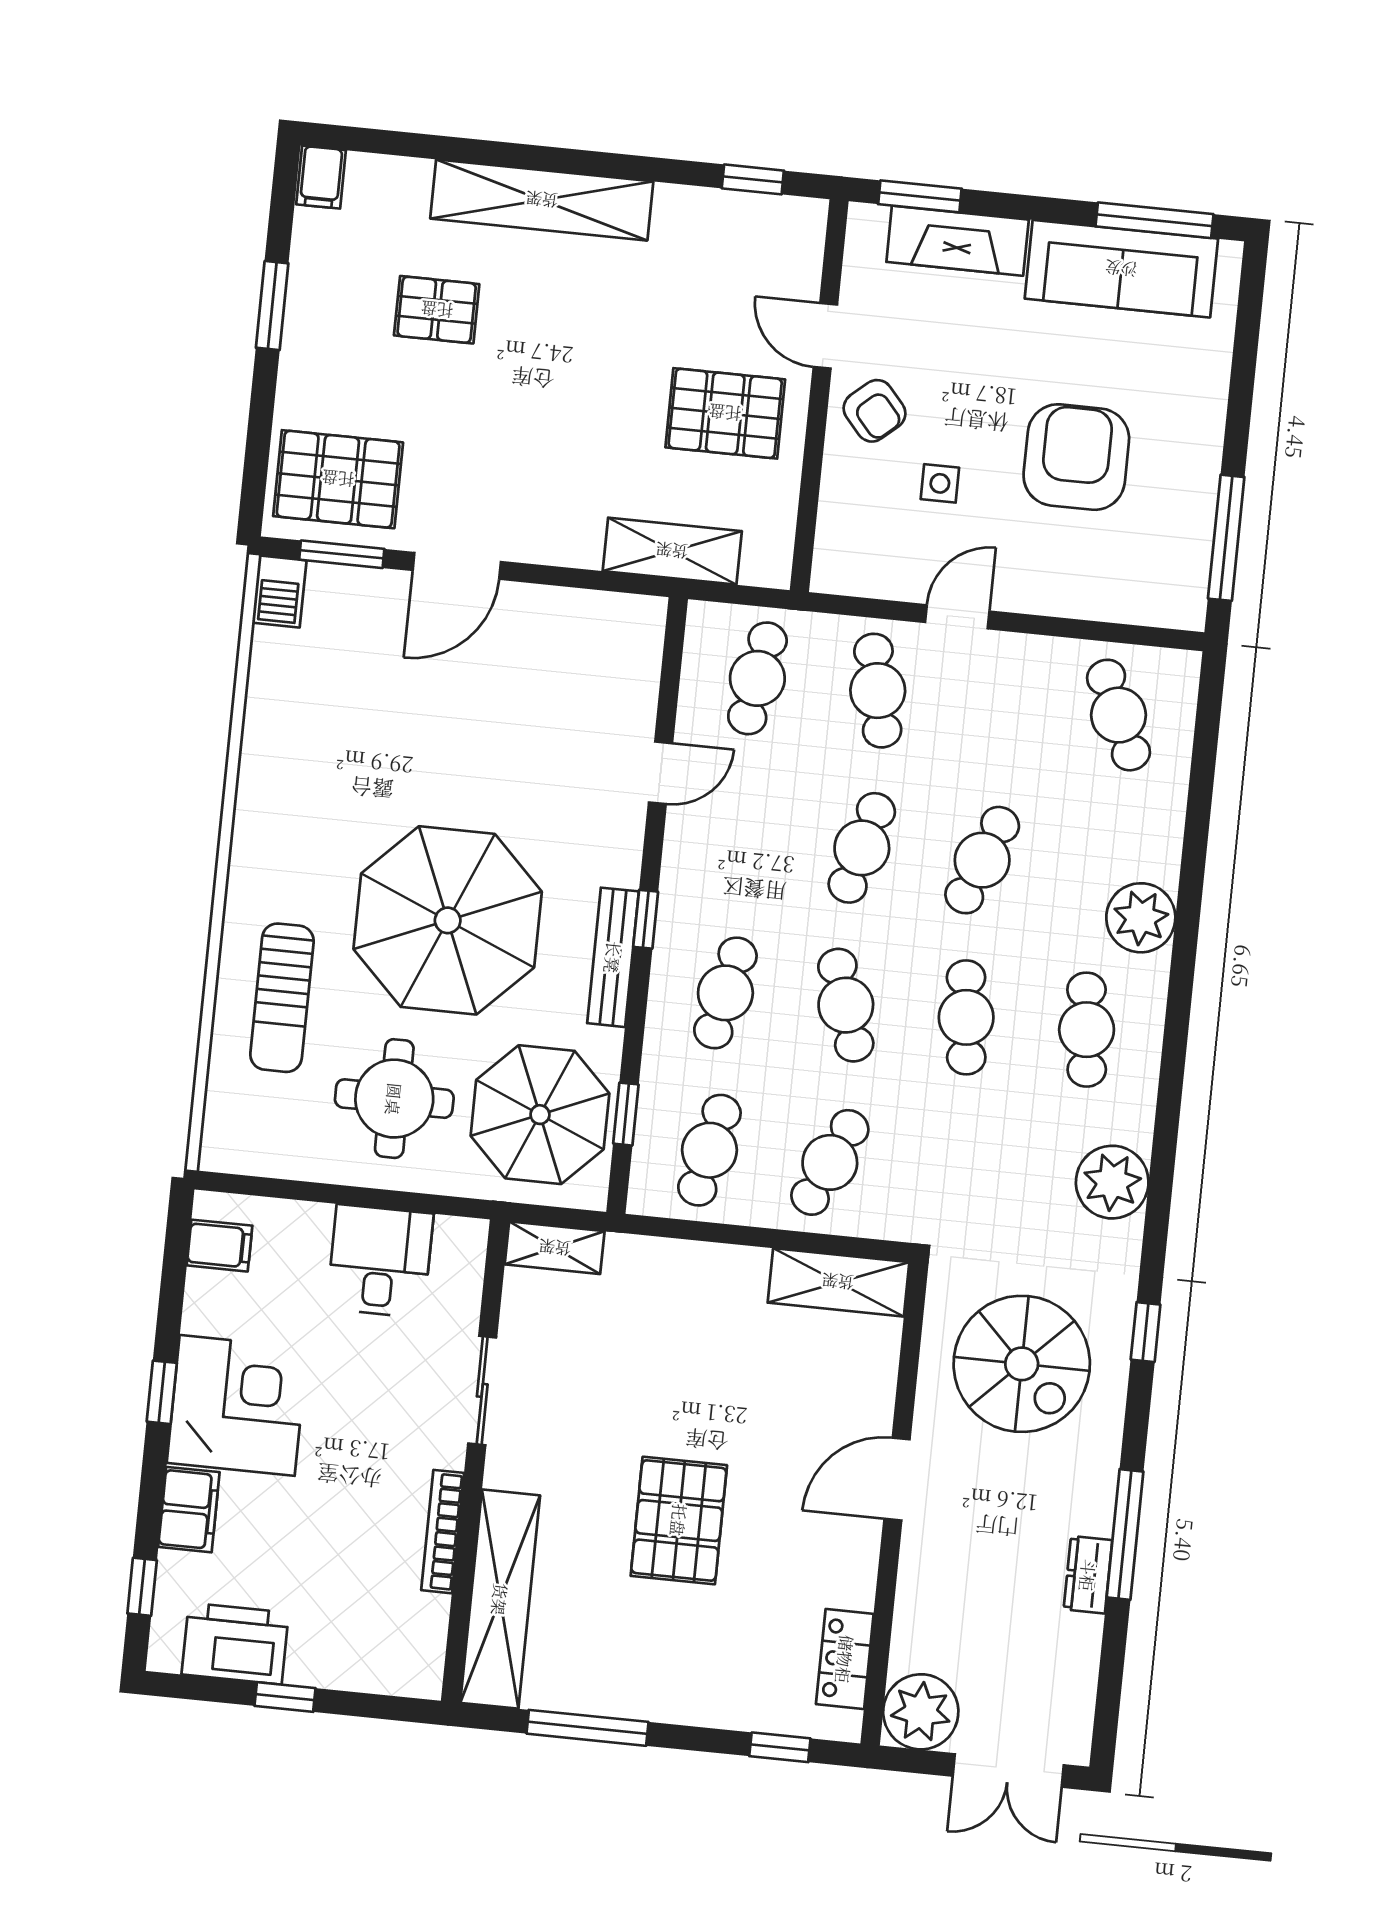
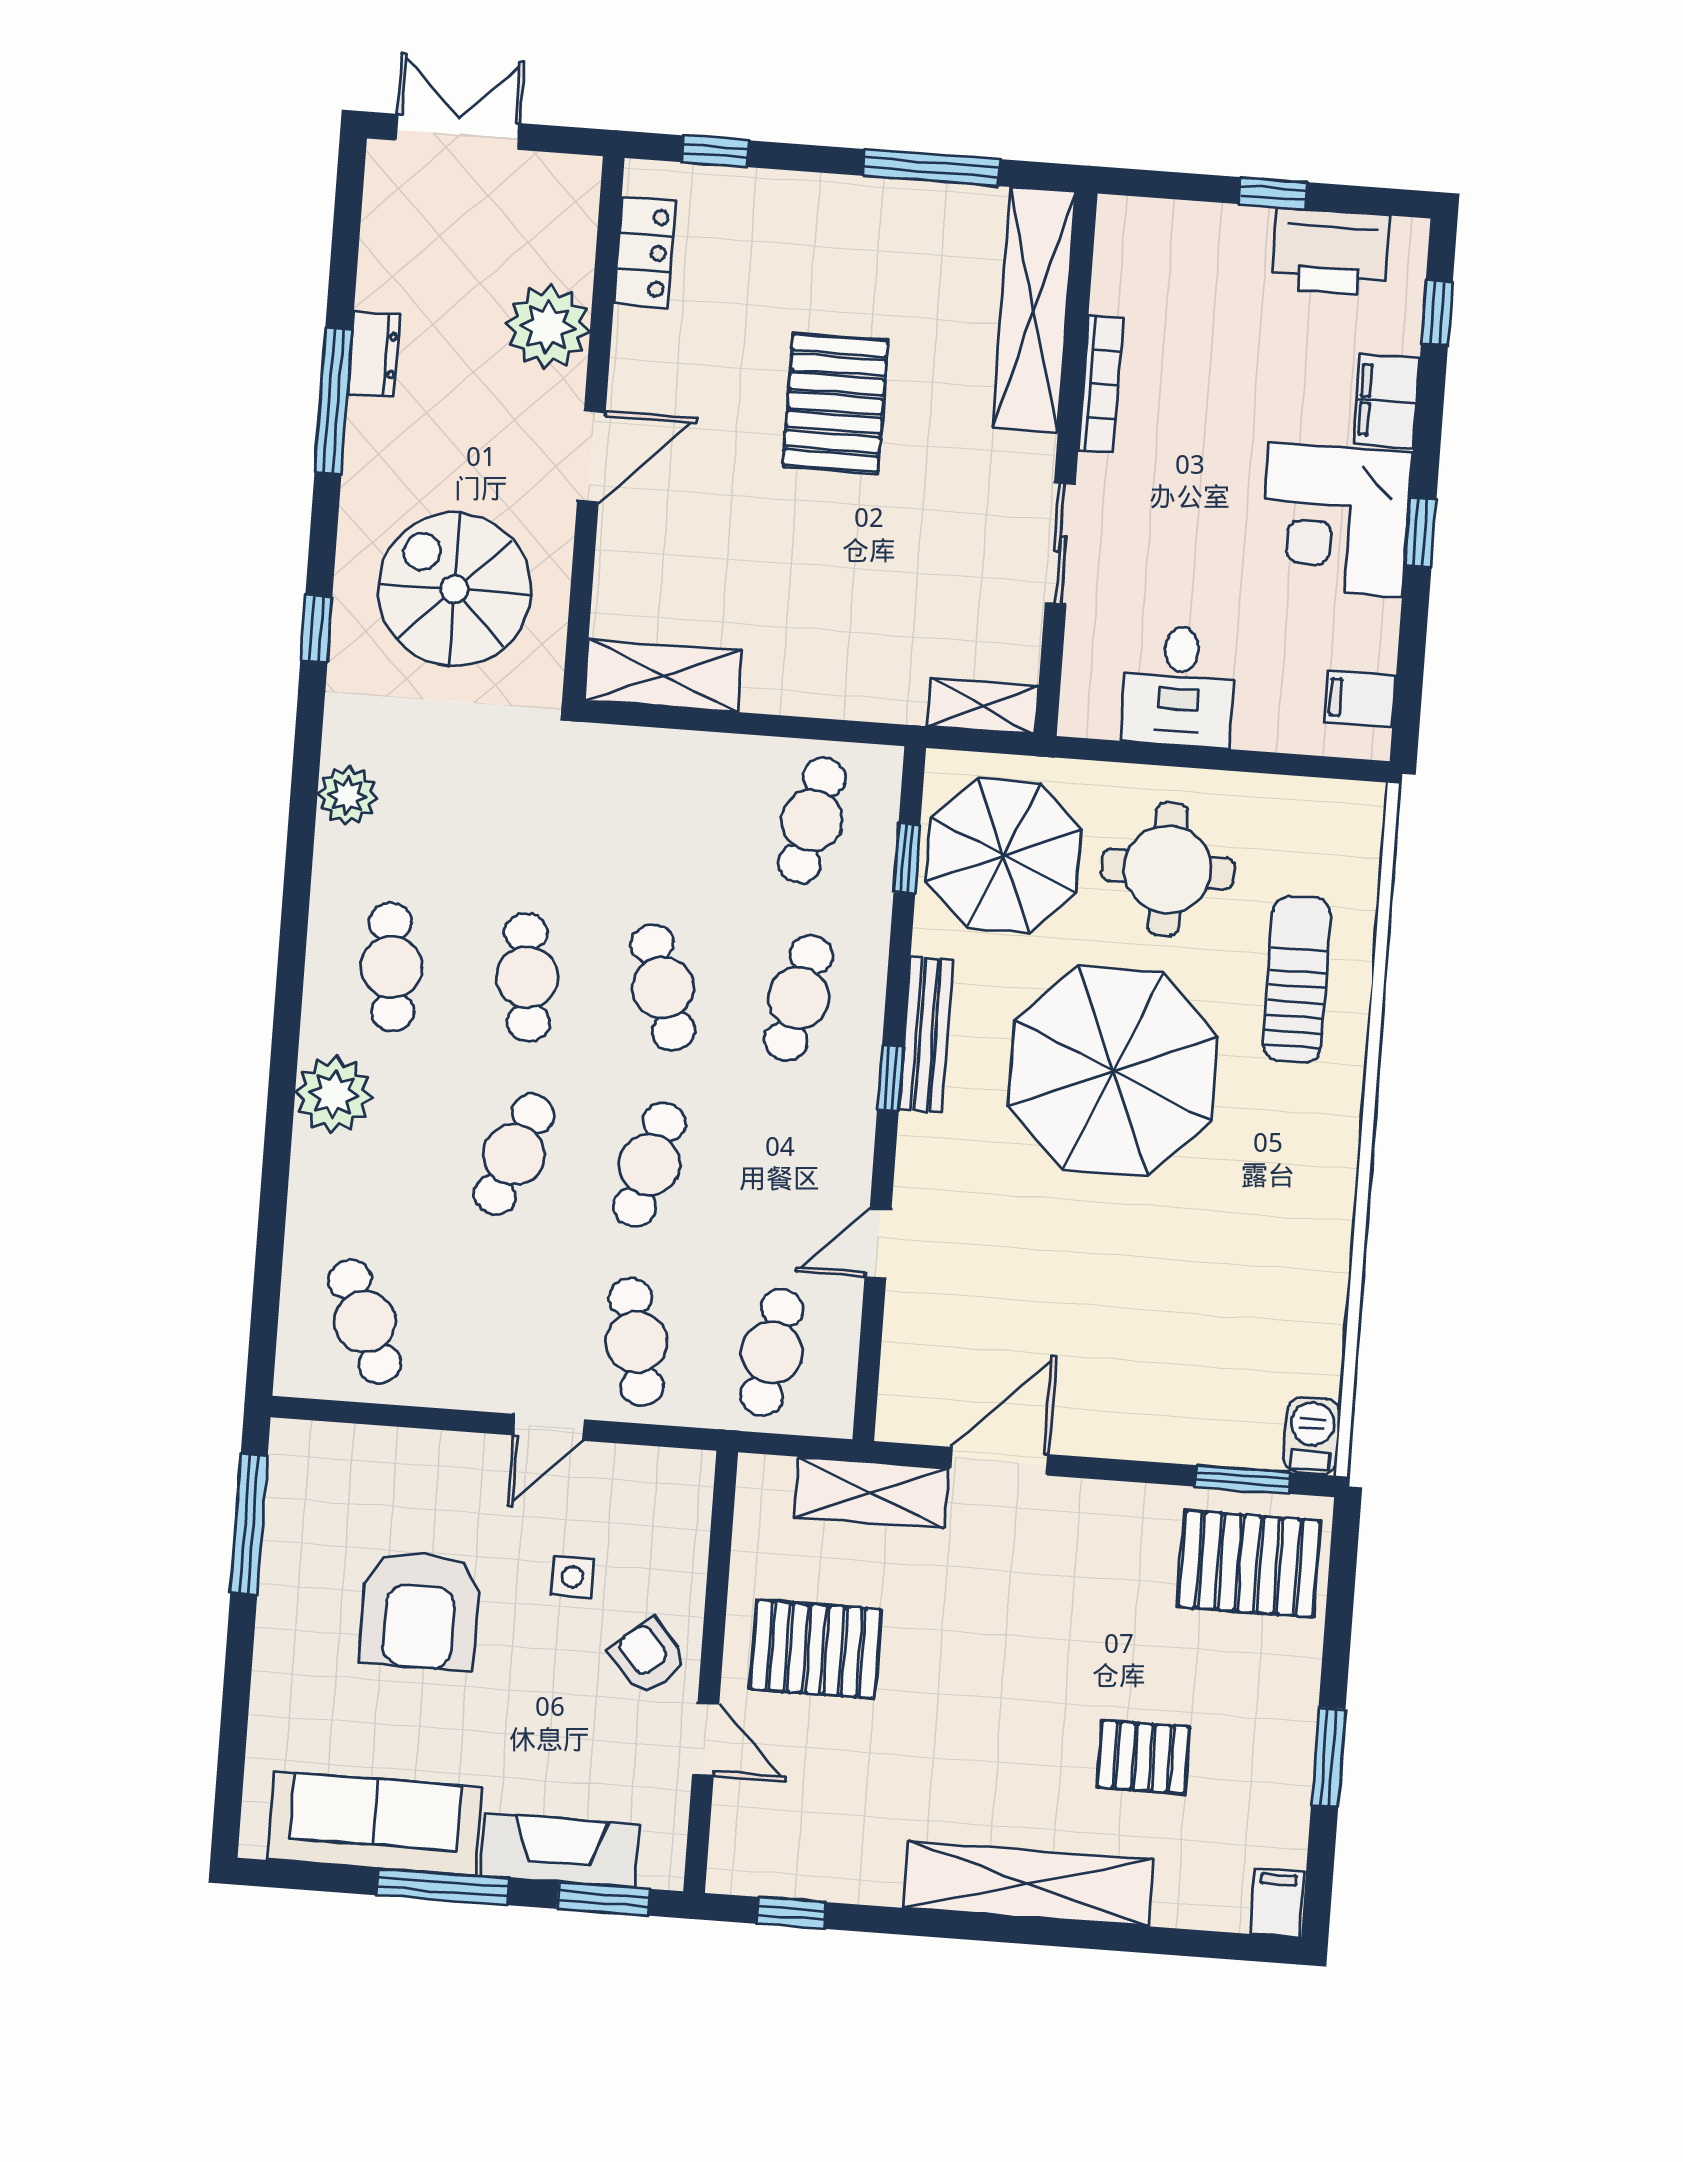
window: (1154, 220) -> (443, 1887), moved
door: (457, 566) -> (999, 1461), moved
cafe table: (830, 1162) -> (676, 810), removed
plant: (1112, 1182) -> (347, 796), width x0.73, depth x0.73
plant: (921, 1712) -> (548, 327), moved

